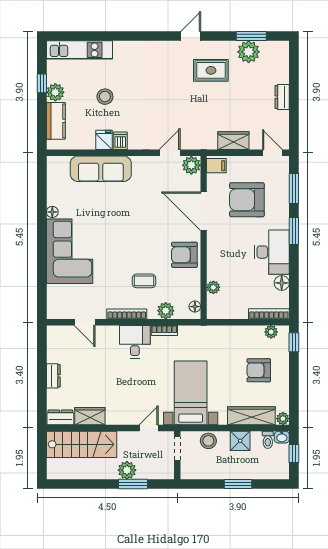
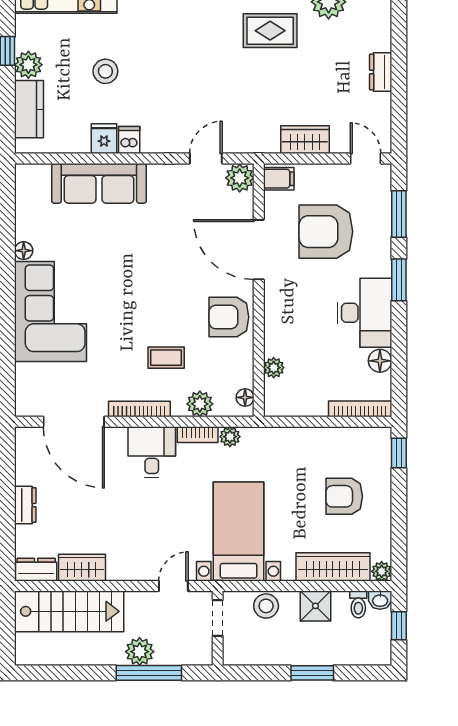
door: (85, 322) -> (74, 422), width x1.87
plant: (271, 332) -> (230, 437), moved
window: (133, 484) -> (149, 673), width x1.44

